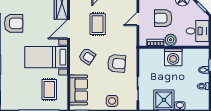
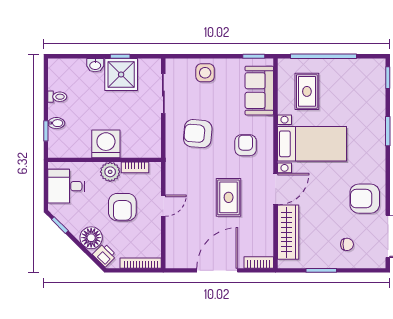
armchair: (163, 18) -> (122, 207), turned 90
armchair: (87, 56) -> (246, 145), turned 57

